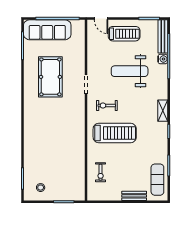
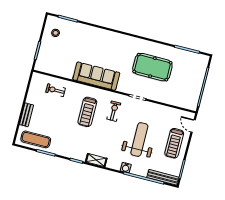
door: (101, 19) -> (193, 126), hinge flipped
sofa: (47, 30) -> (96, 76), moved, turned 90
water cooler: (163, 59) -> (126, 168), moved
treadmill: (115, 133) -> (87, 112), width x0.73, depth x0.73

